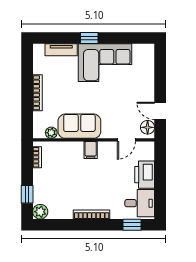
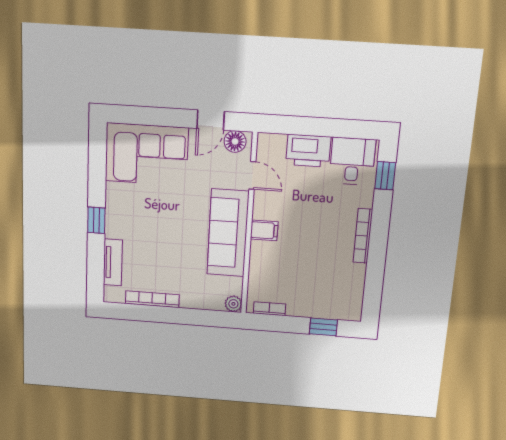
corner sofa: (105, 63) -> (147, 154), moved, turned 90
bookcase: (37, 93) -> (152, 299), moved
sofa: (79, 126) -> (228, 233), width x1.36
plant: (51, 133) -> (233, 304), moved
plant: (40, 212) -> (351, 310), removed

